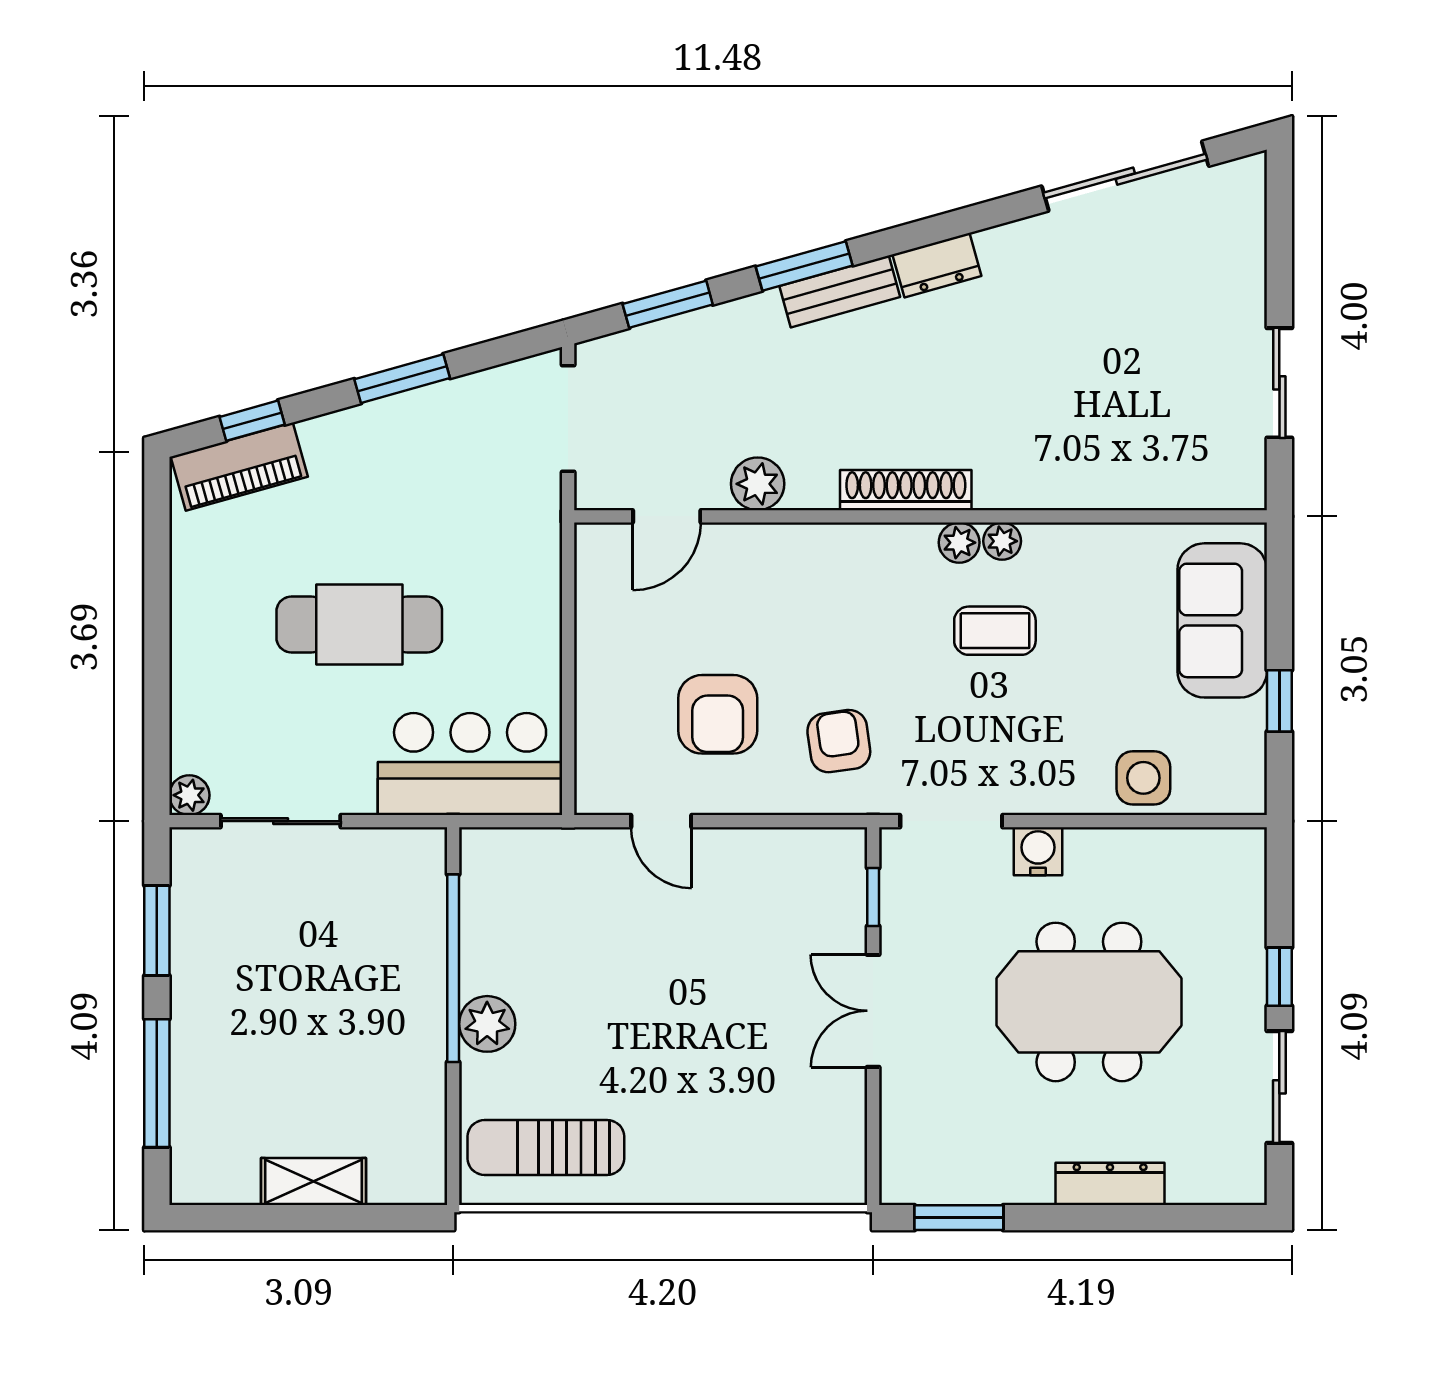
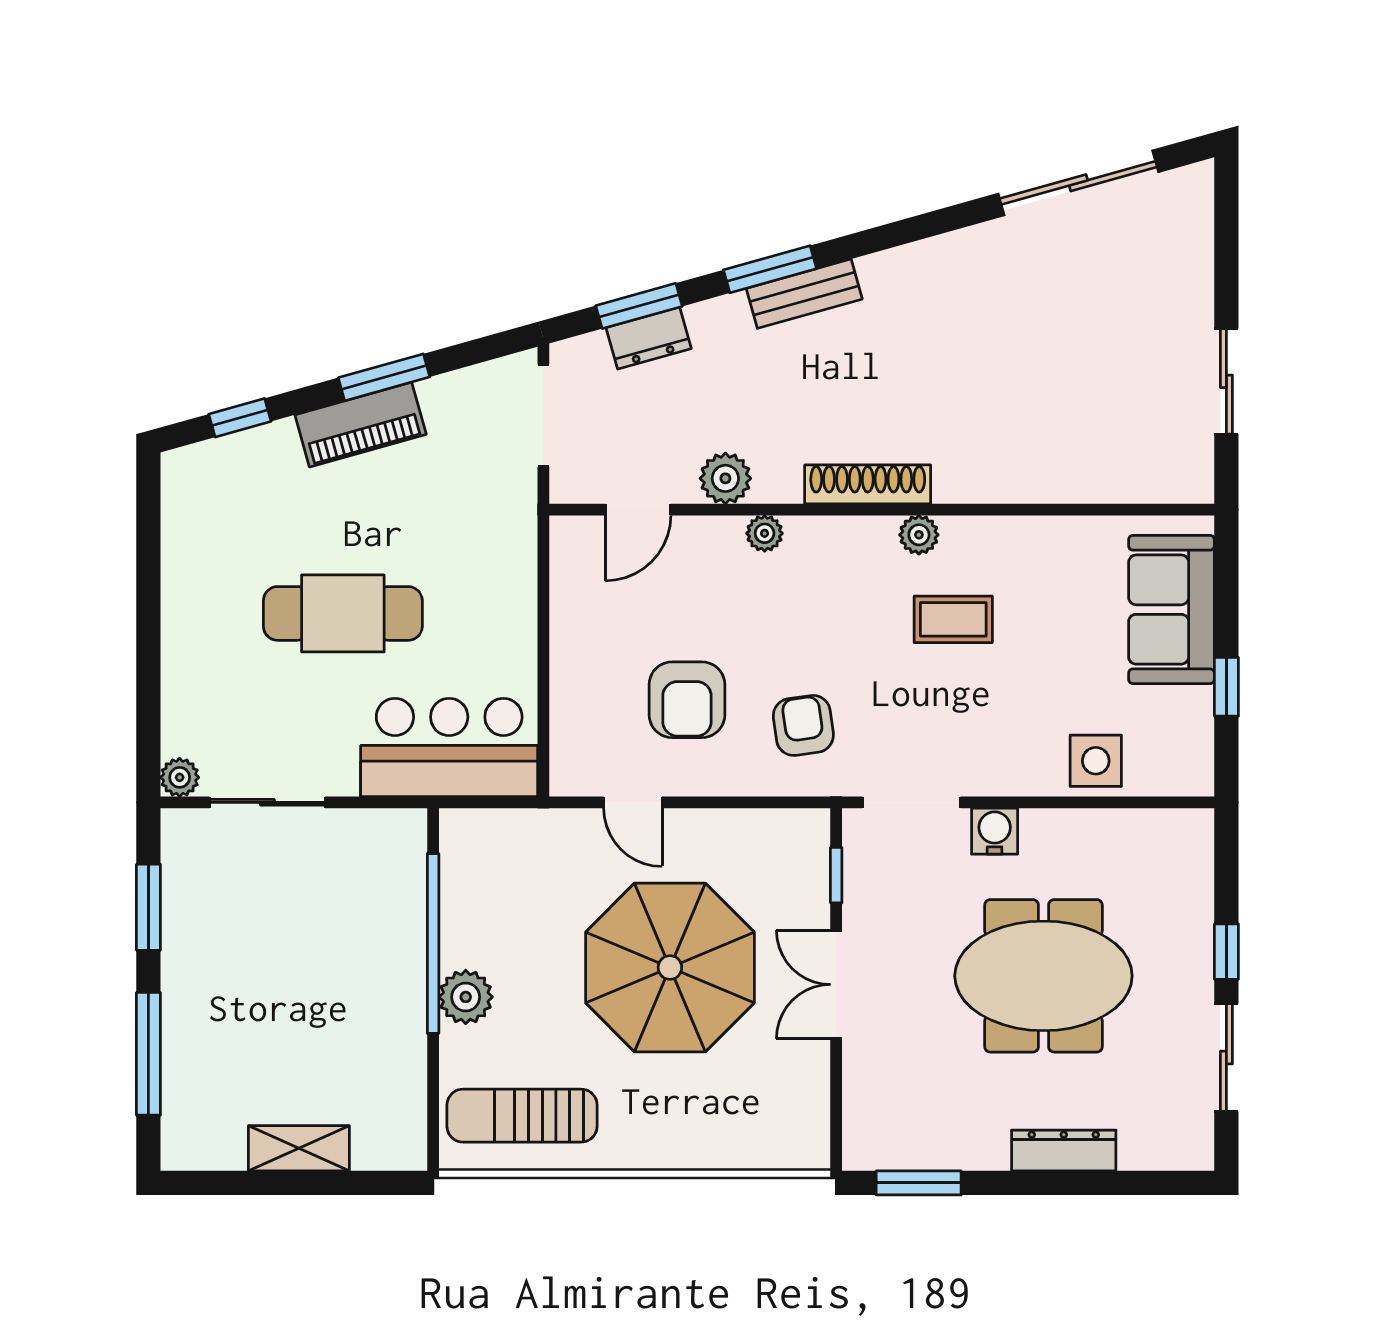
dresser: (937, 265) -> (649, 338), moved
piano: (239, 467) -> (361, 425), moved
plant: (1002, 541) -> (765, 533), moved
parasol: (700, 993) -> (670, 967), added

